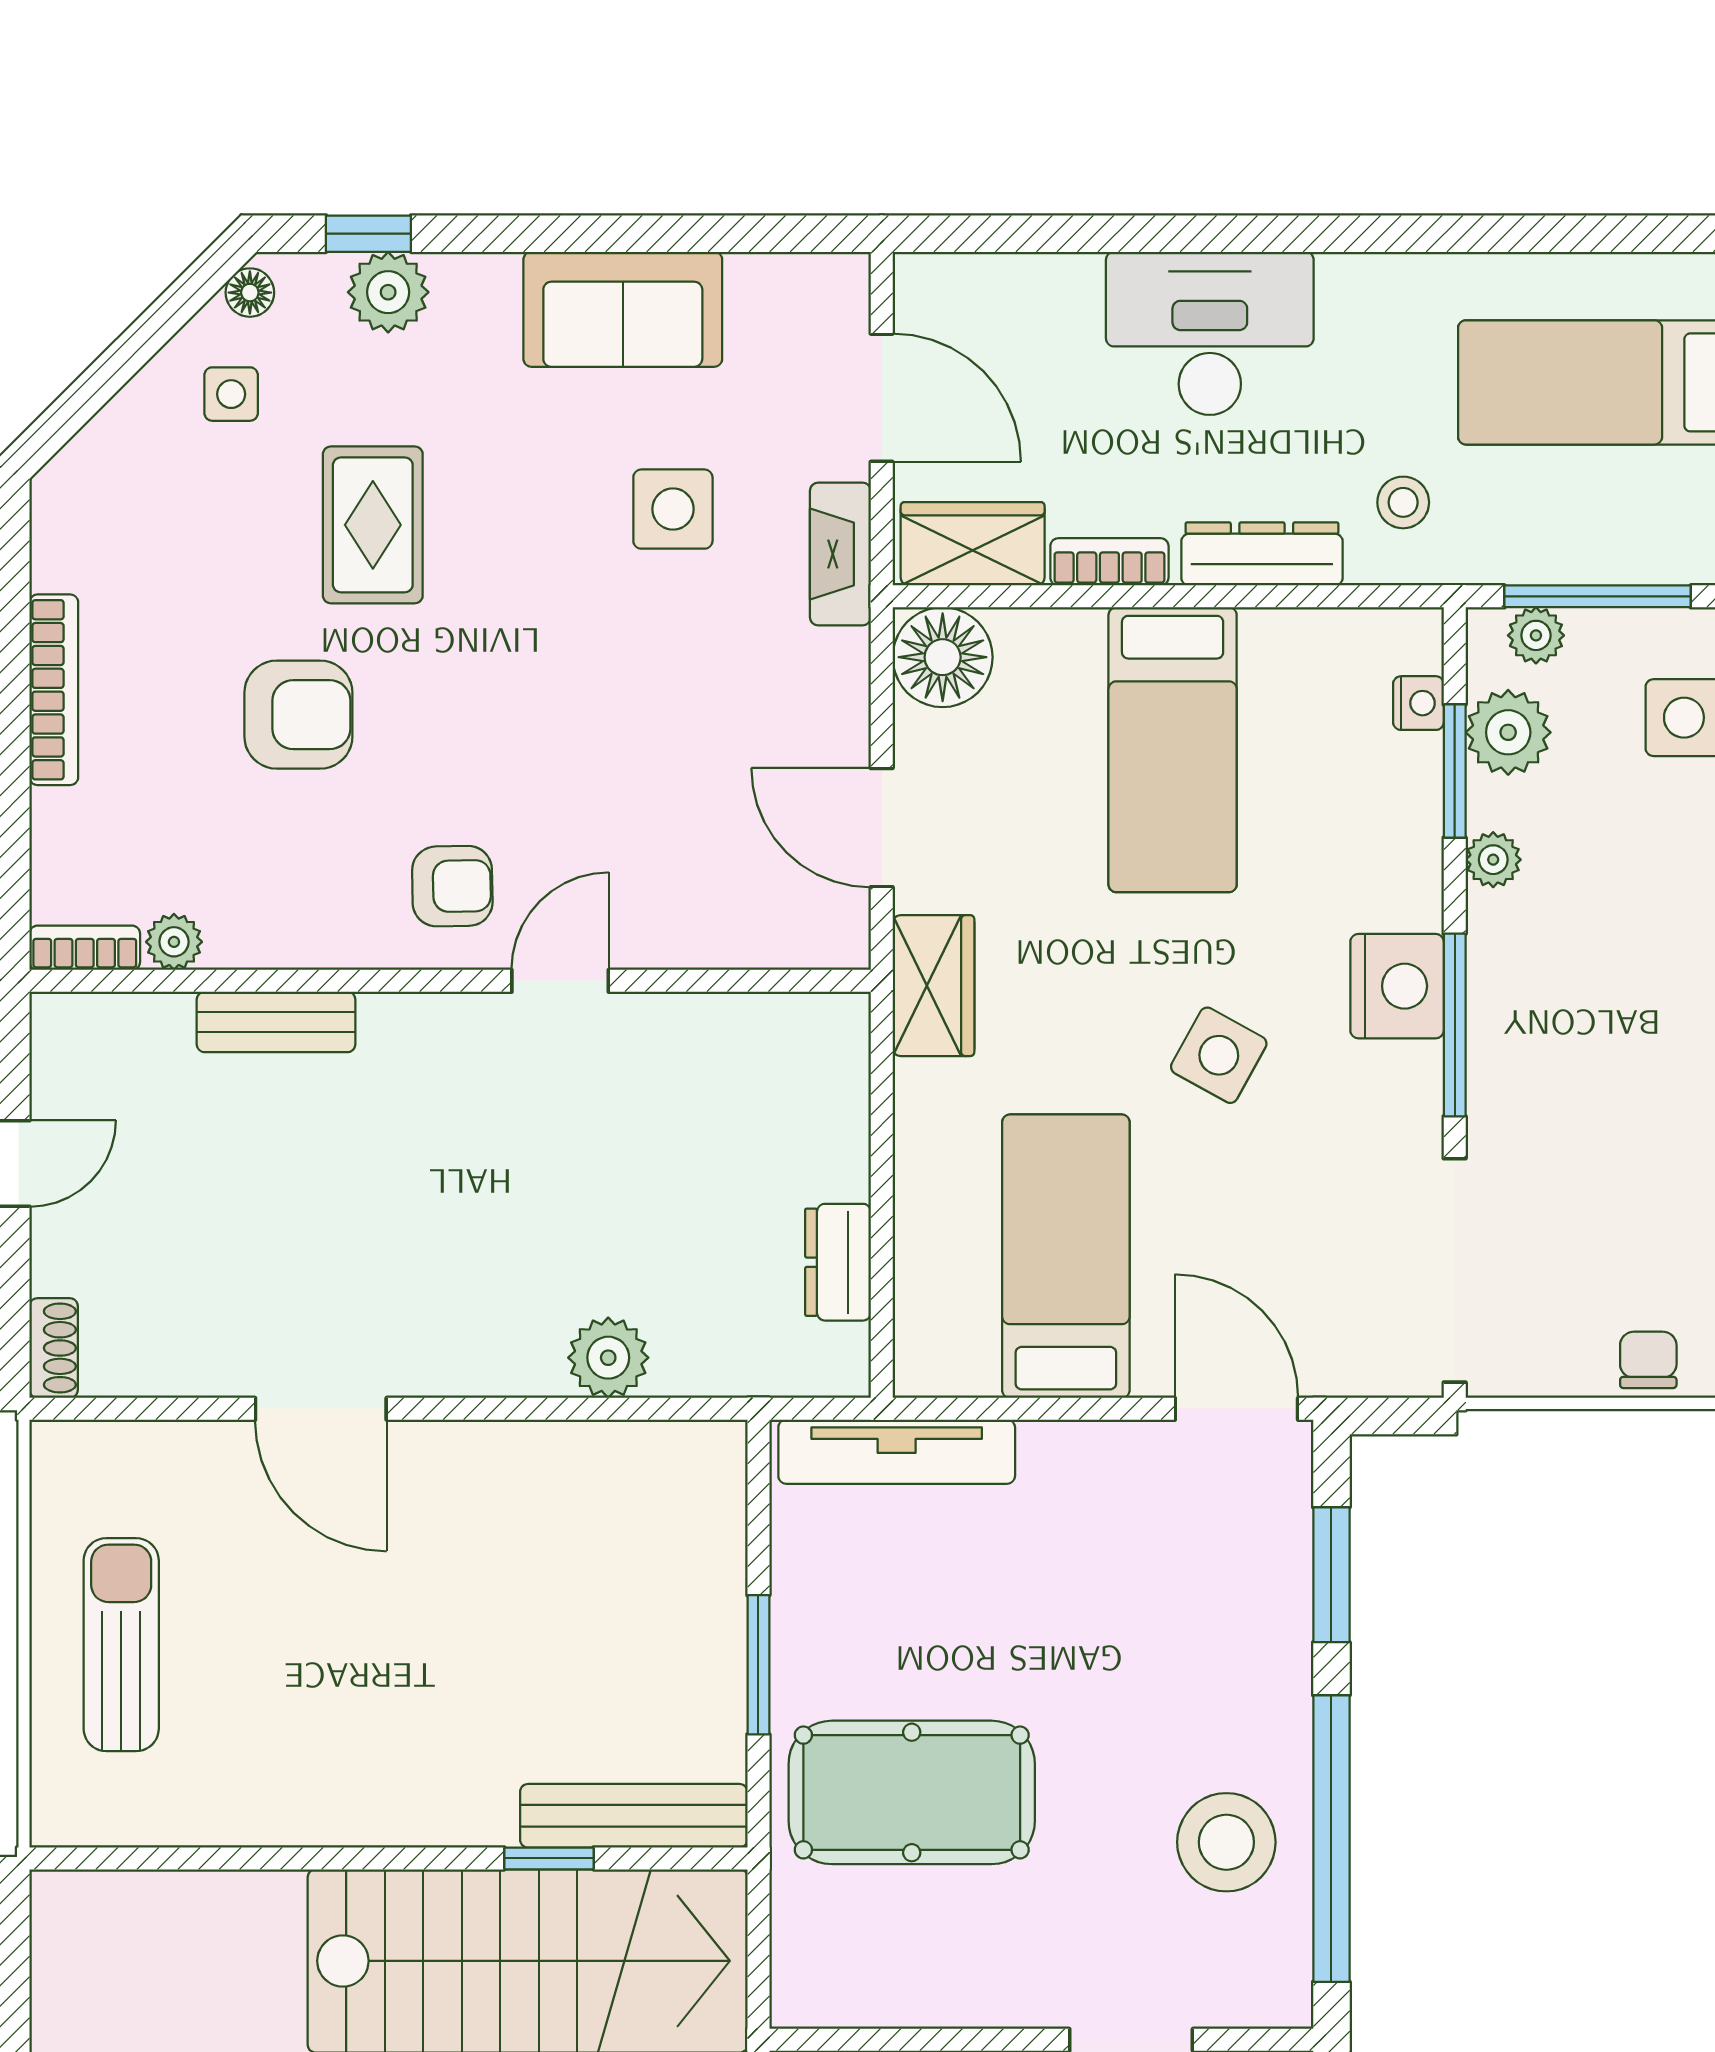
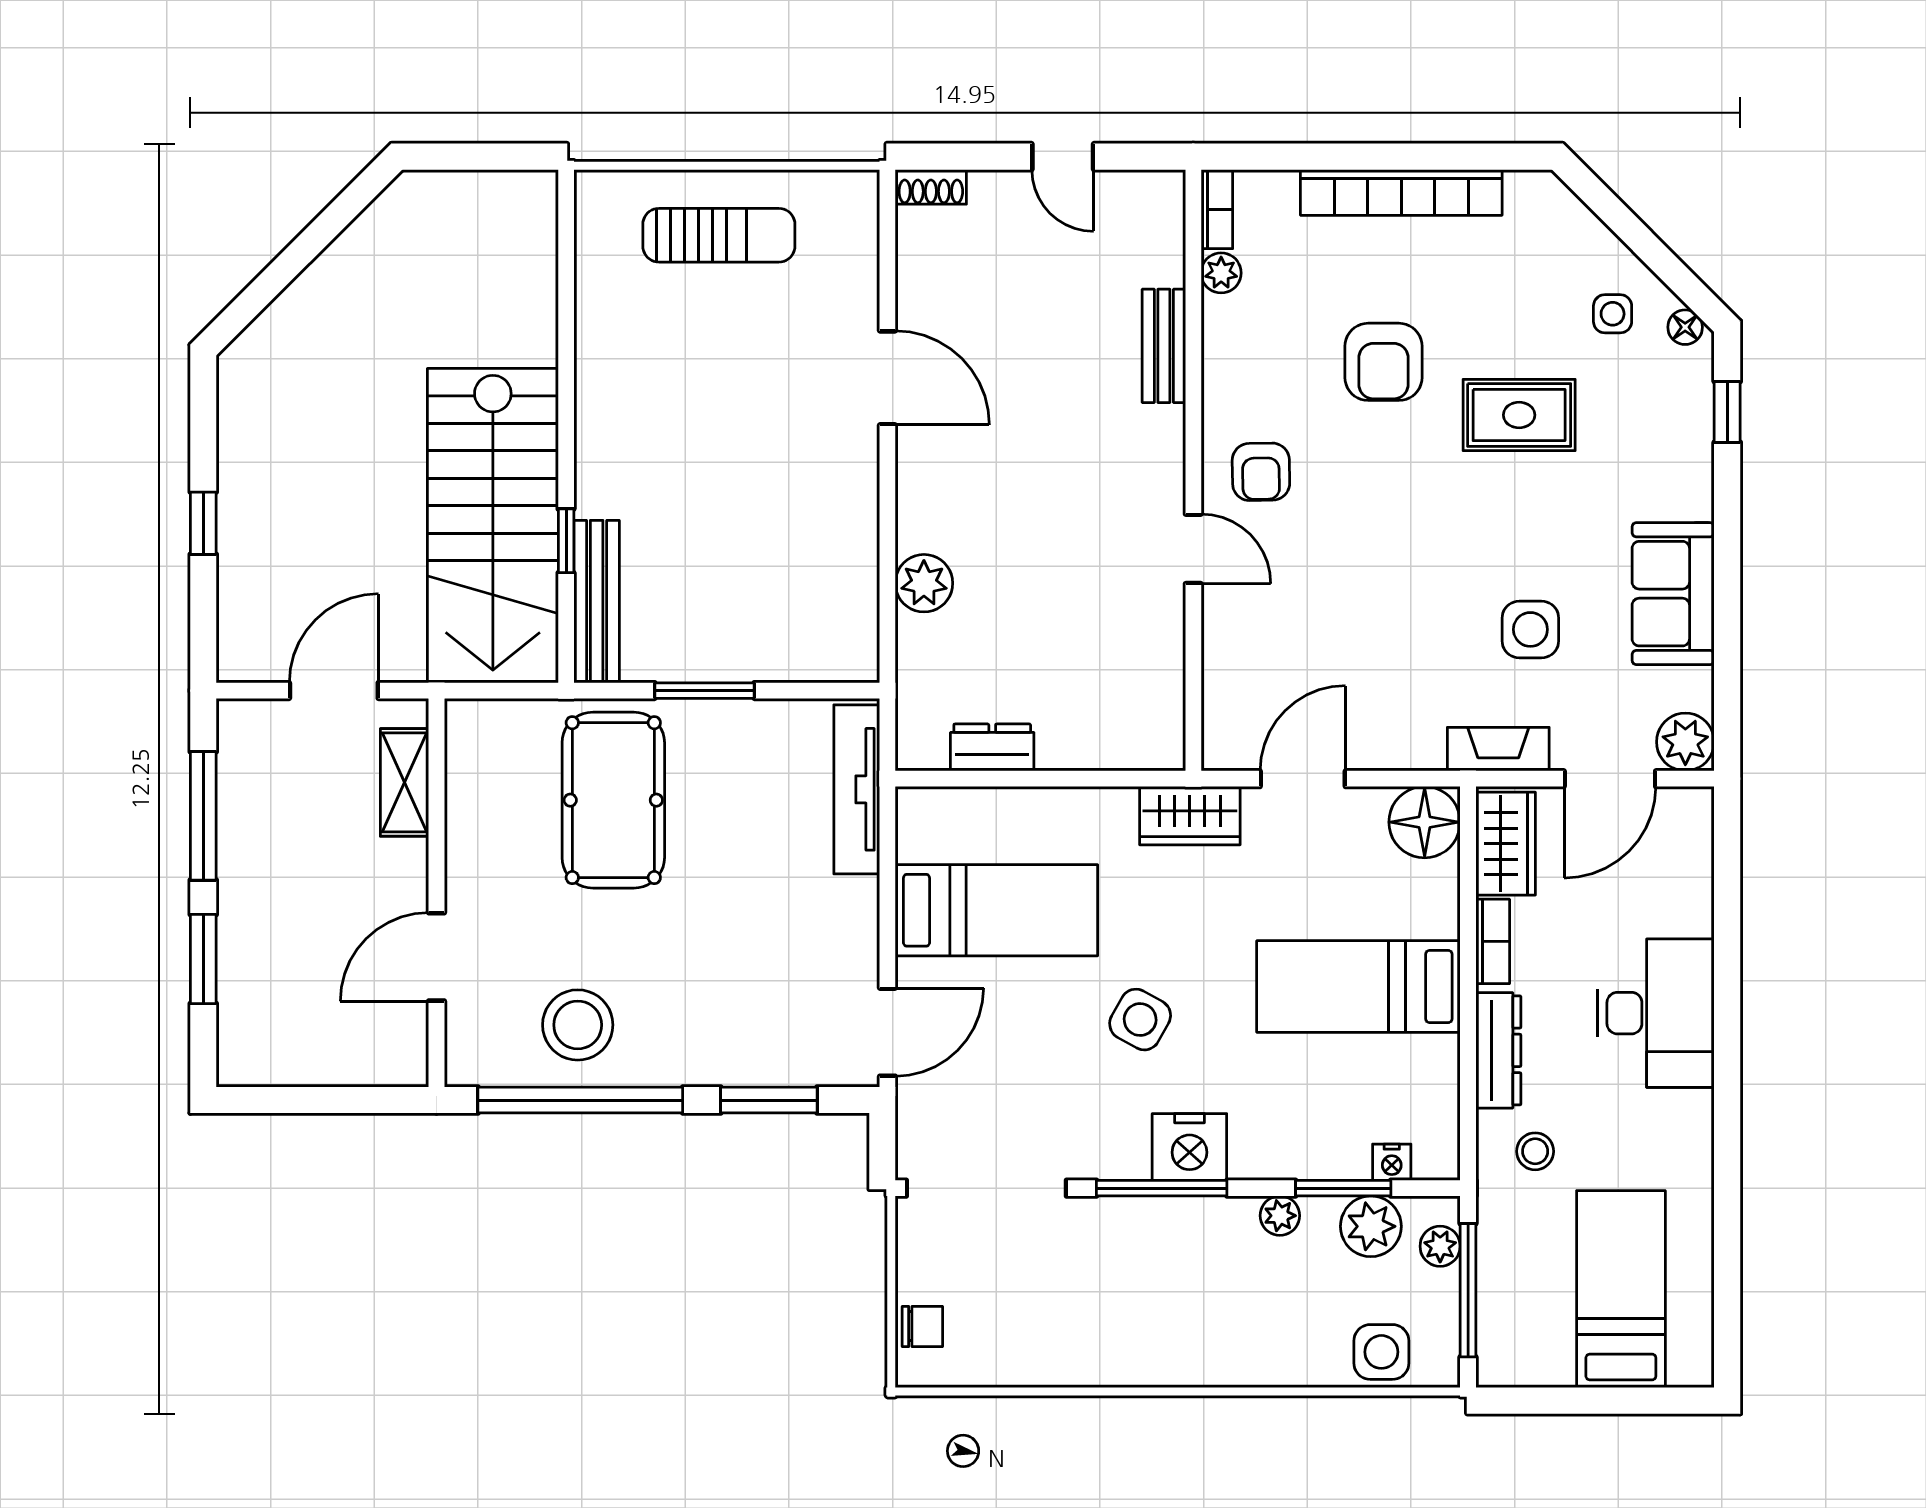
plant: (388, 292) -> (1685, 742), moved
bookcase: (54, 690) -> (1401, 192), width x1.48, depth x1.31
door: (321, 1409) -> (887, 378), swing flipped

